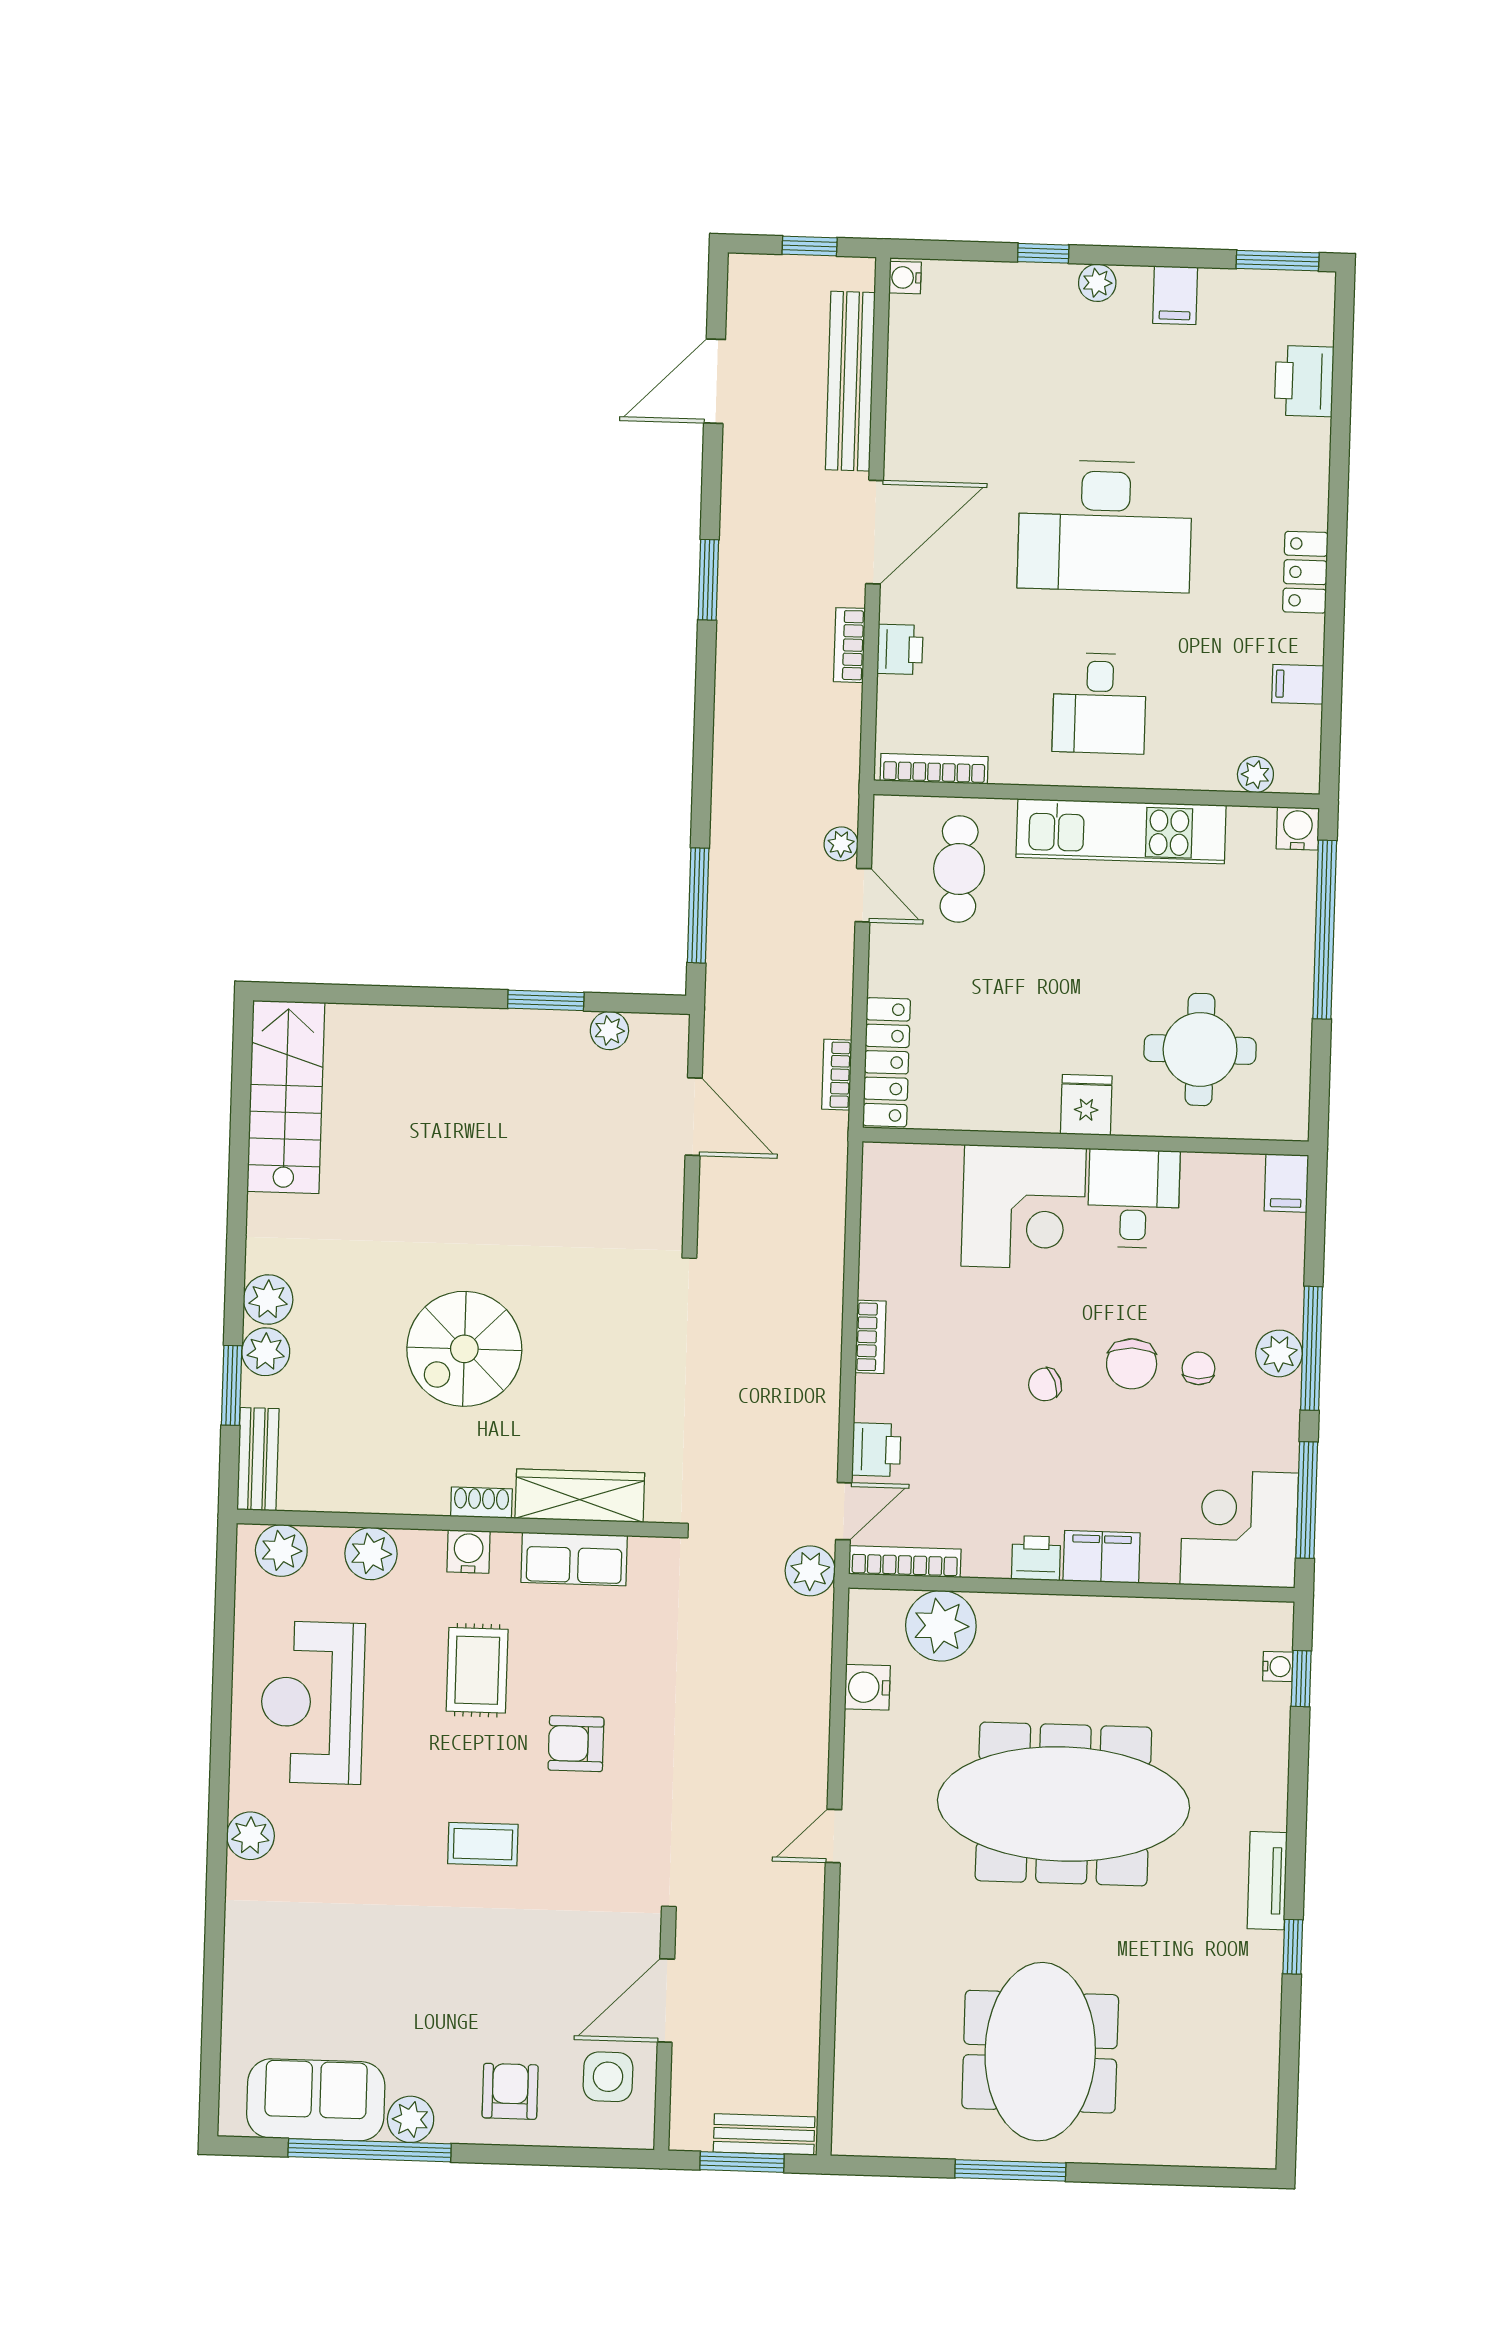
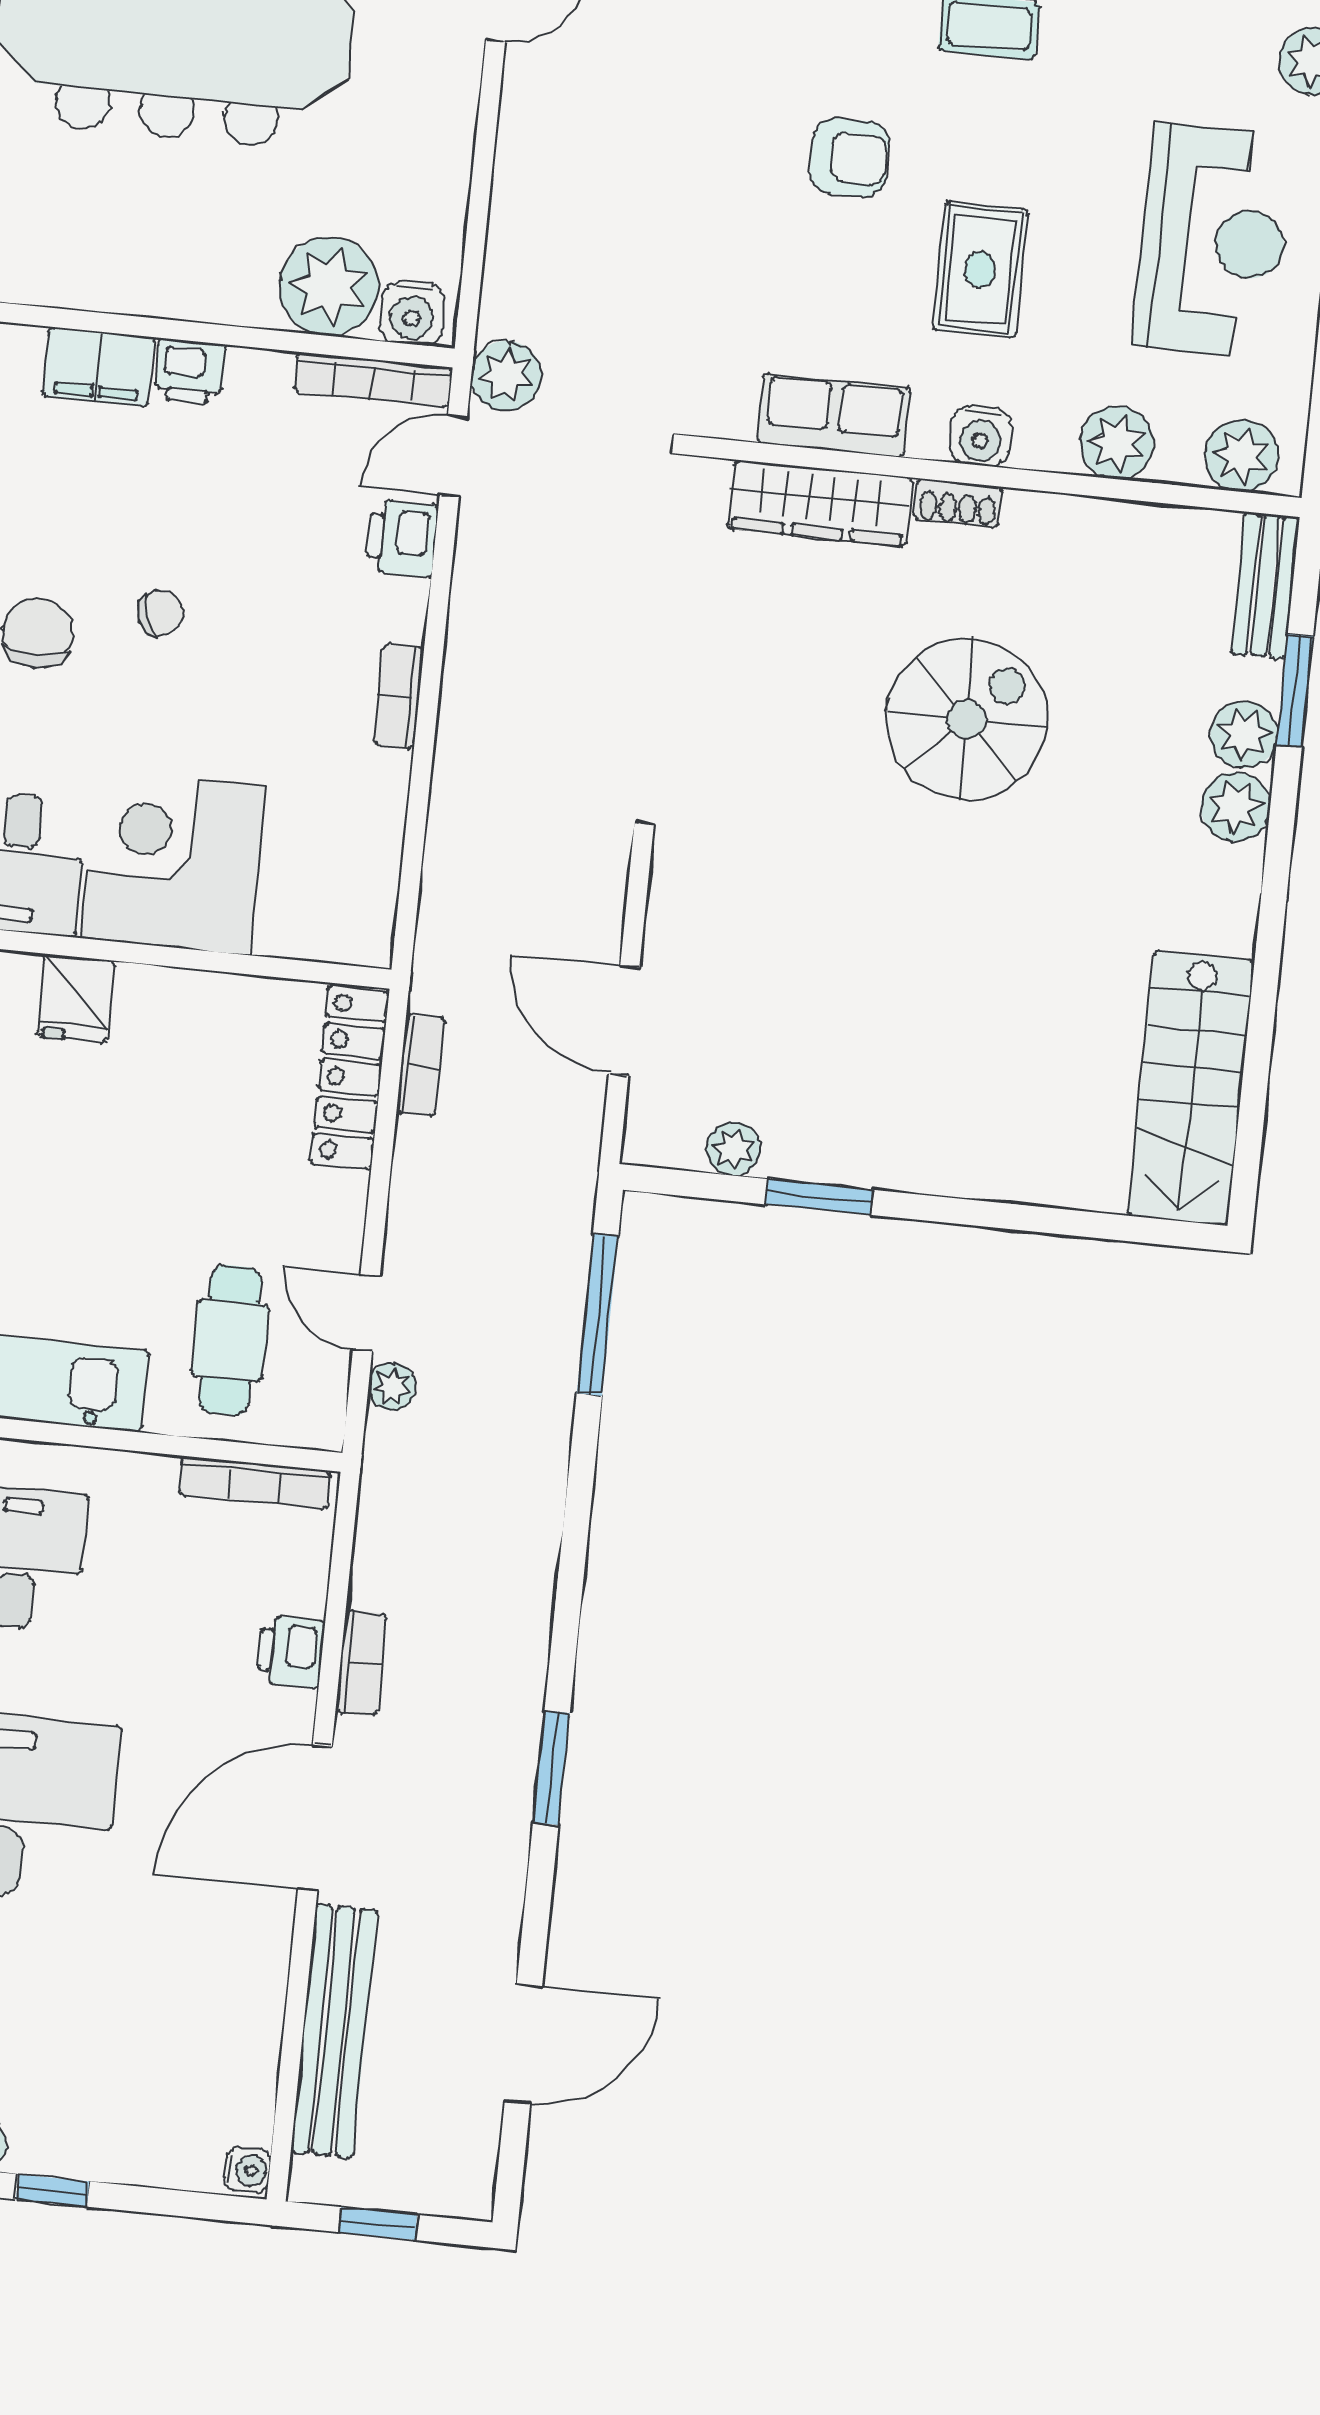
water cooler: (867, 1687) -> (412, 313), moved, turned 90

